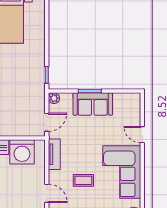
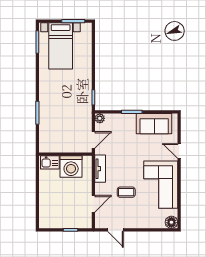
sofa: (93, 104) -> (154, 124), moved
door: (47, 193) -> (93, 204), hinge flipped

